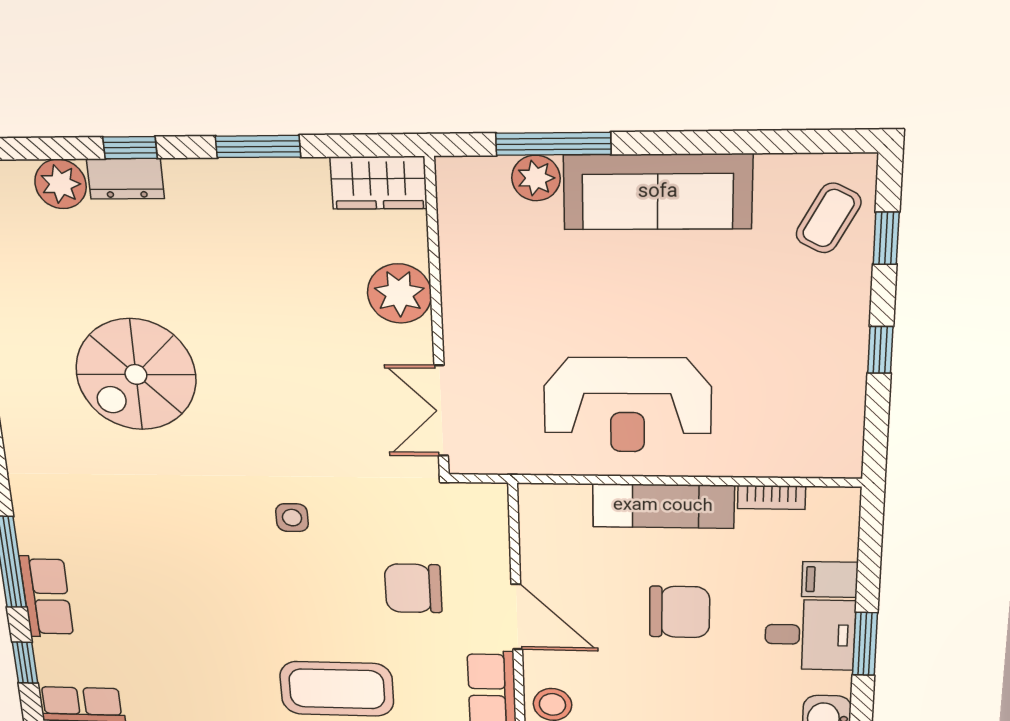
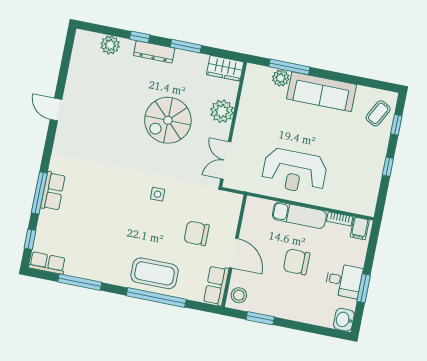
dresser: (125, 179) -> (154, 52), moved, width x1.44
spiral stairs: (136, 374) -> (168, 120), moved
filing cabinet: (830, 579) -> (360, 228), moved, turned -90
row of seats: (47, 597) -> (53, 191), moved
chair: (680, 612) -> (297, 262), turned 180

